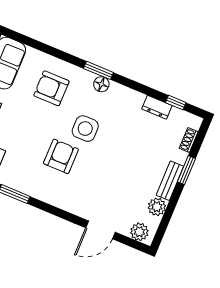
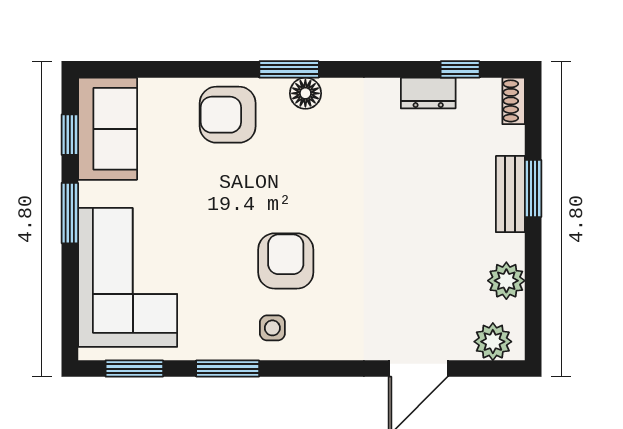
armchair: (51, 88) -> (228, 115), moved
side table: (85, 129) -> (272, 328), moved, width x0.54, depth x0.54
shoe rack: (189, 140) -> (514, 101), moved
bench: (170, 181) -> (510, 194), moved

